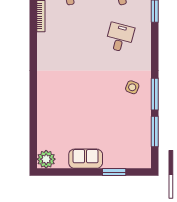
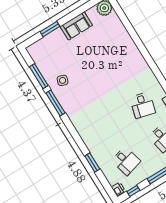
desk: (120, 37) -> (143, 105), moved
side table: (132, 87) -> (63, 80), moved

